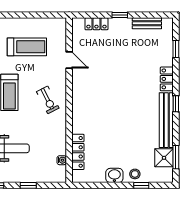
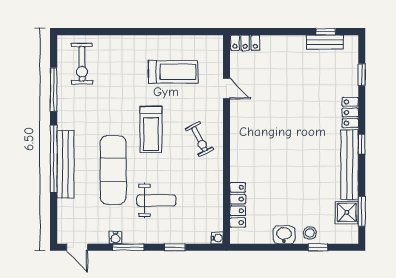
window: (120, 15) -> (326, 32), moved
locker: (96, 24) -> (245, 43), moved
water cooler: (62, 160) -> (217, 238), moved

